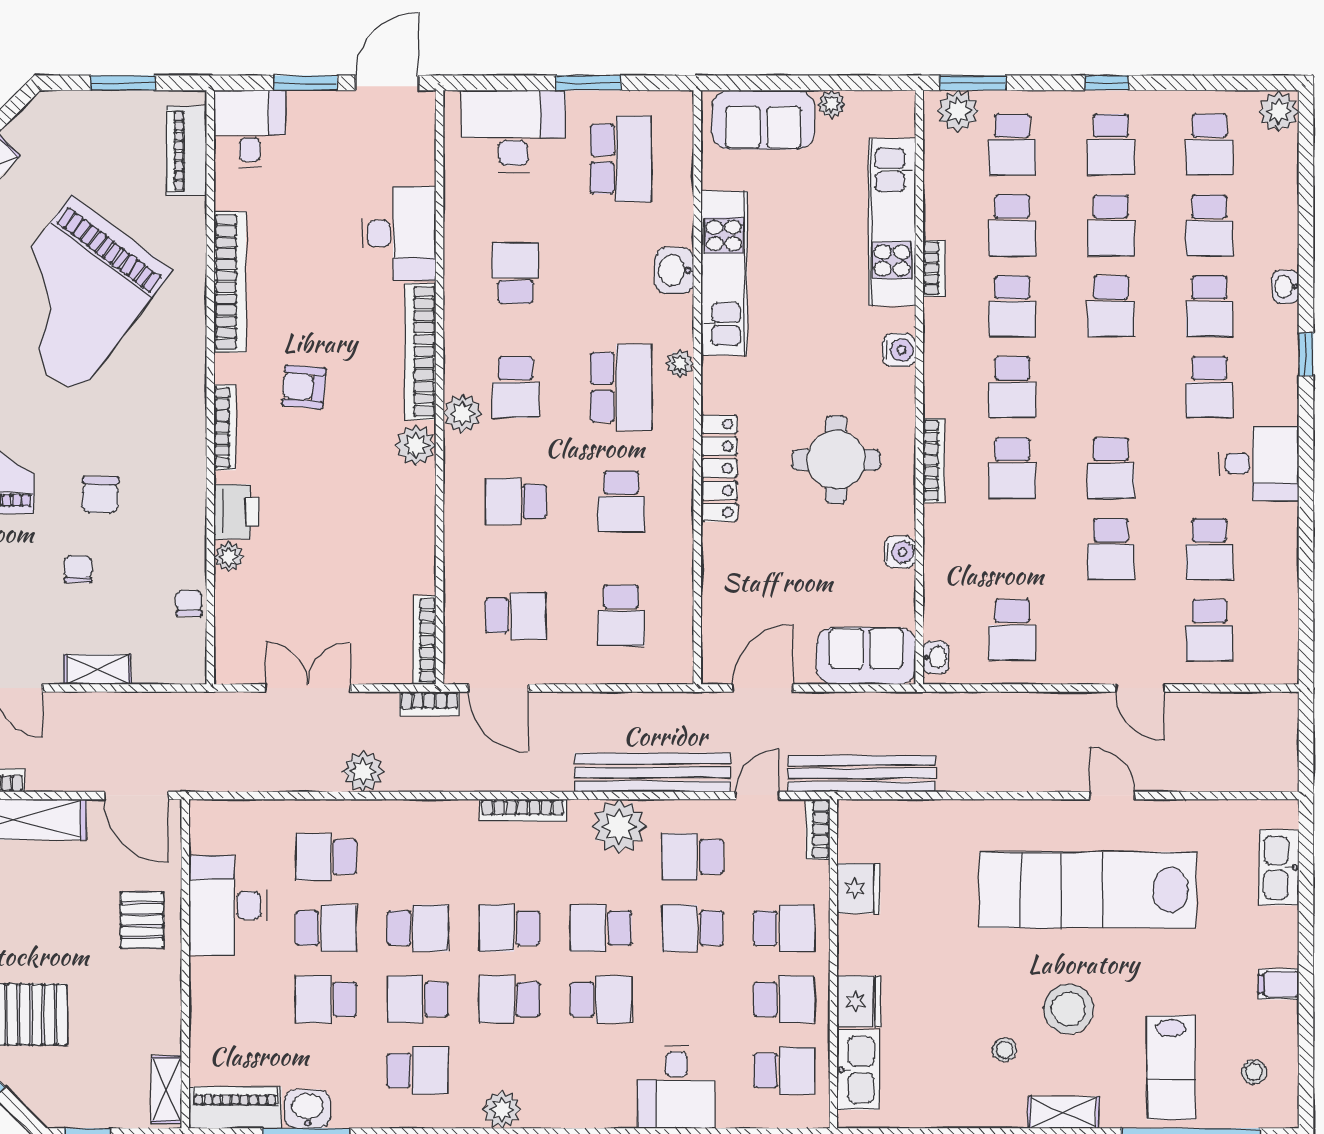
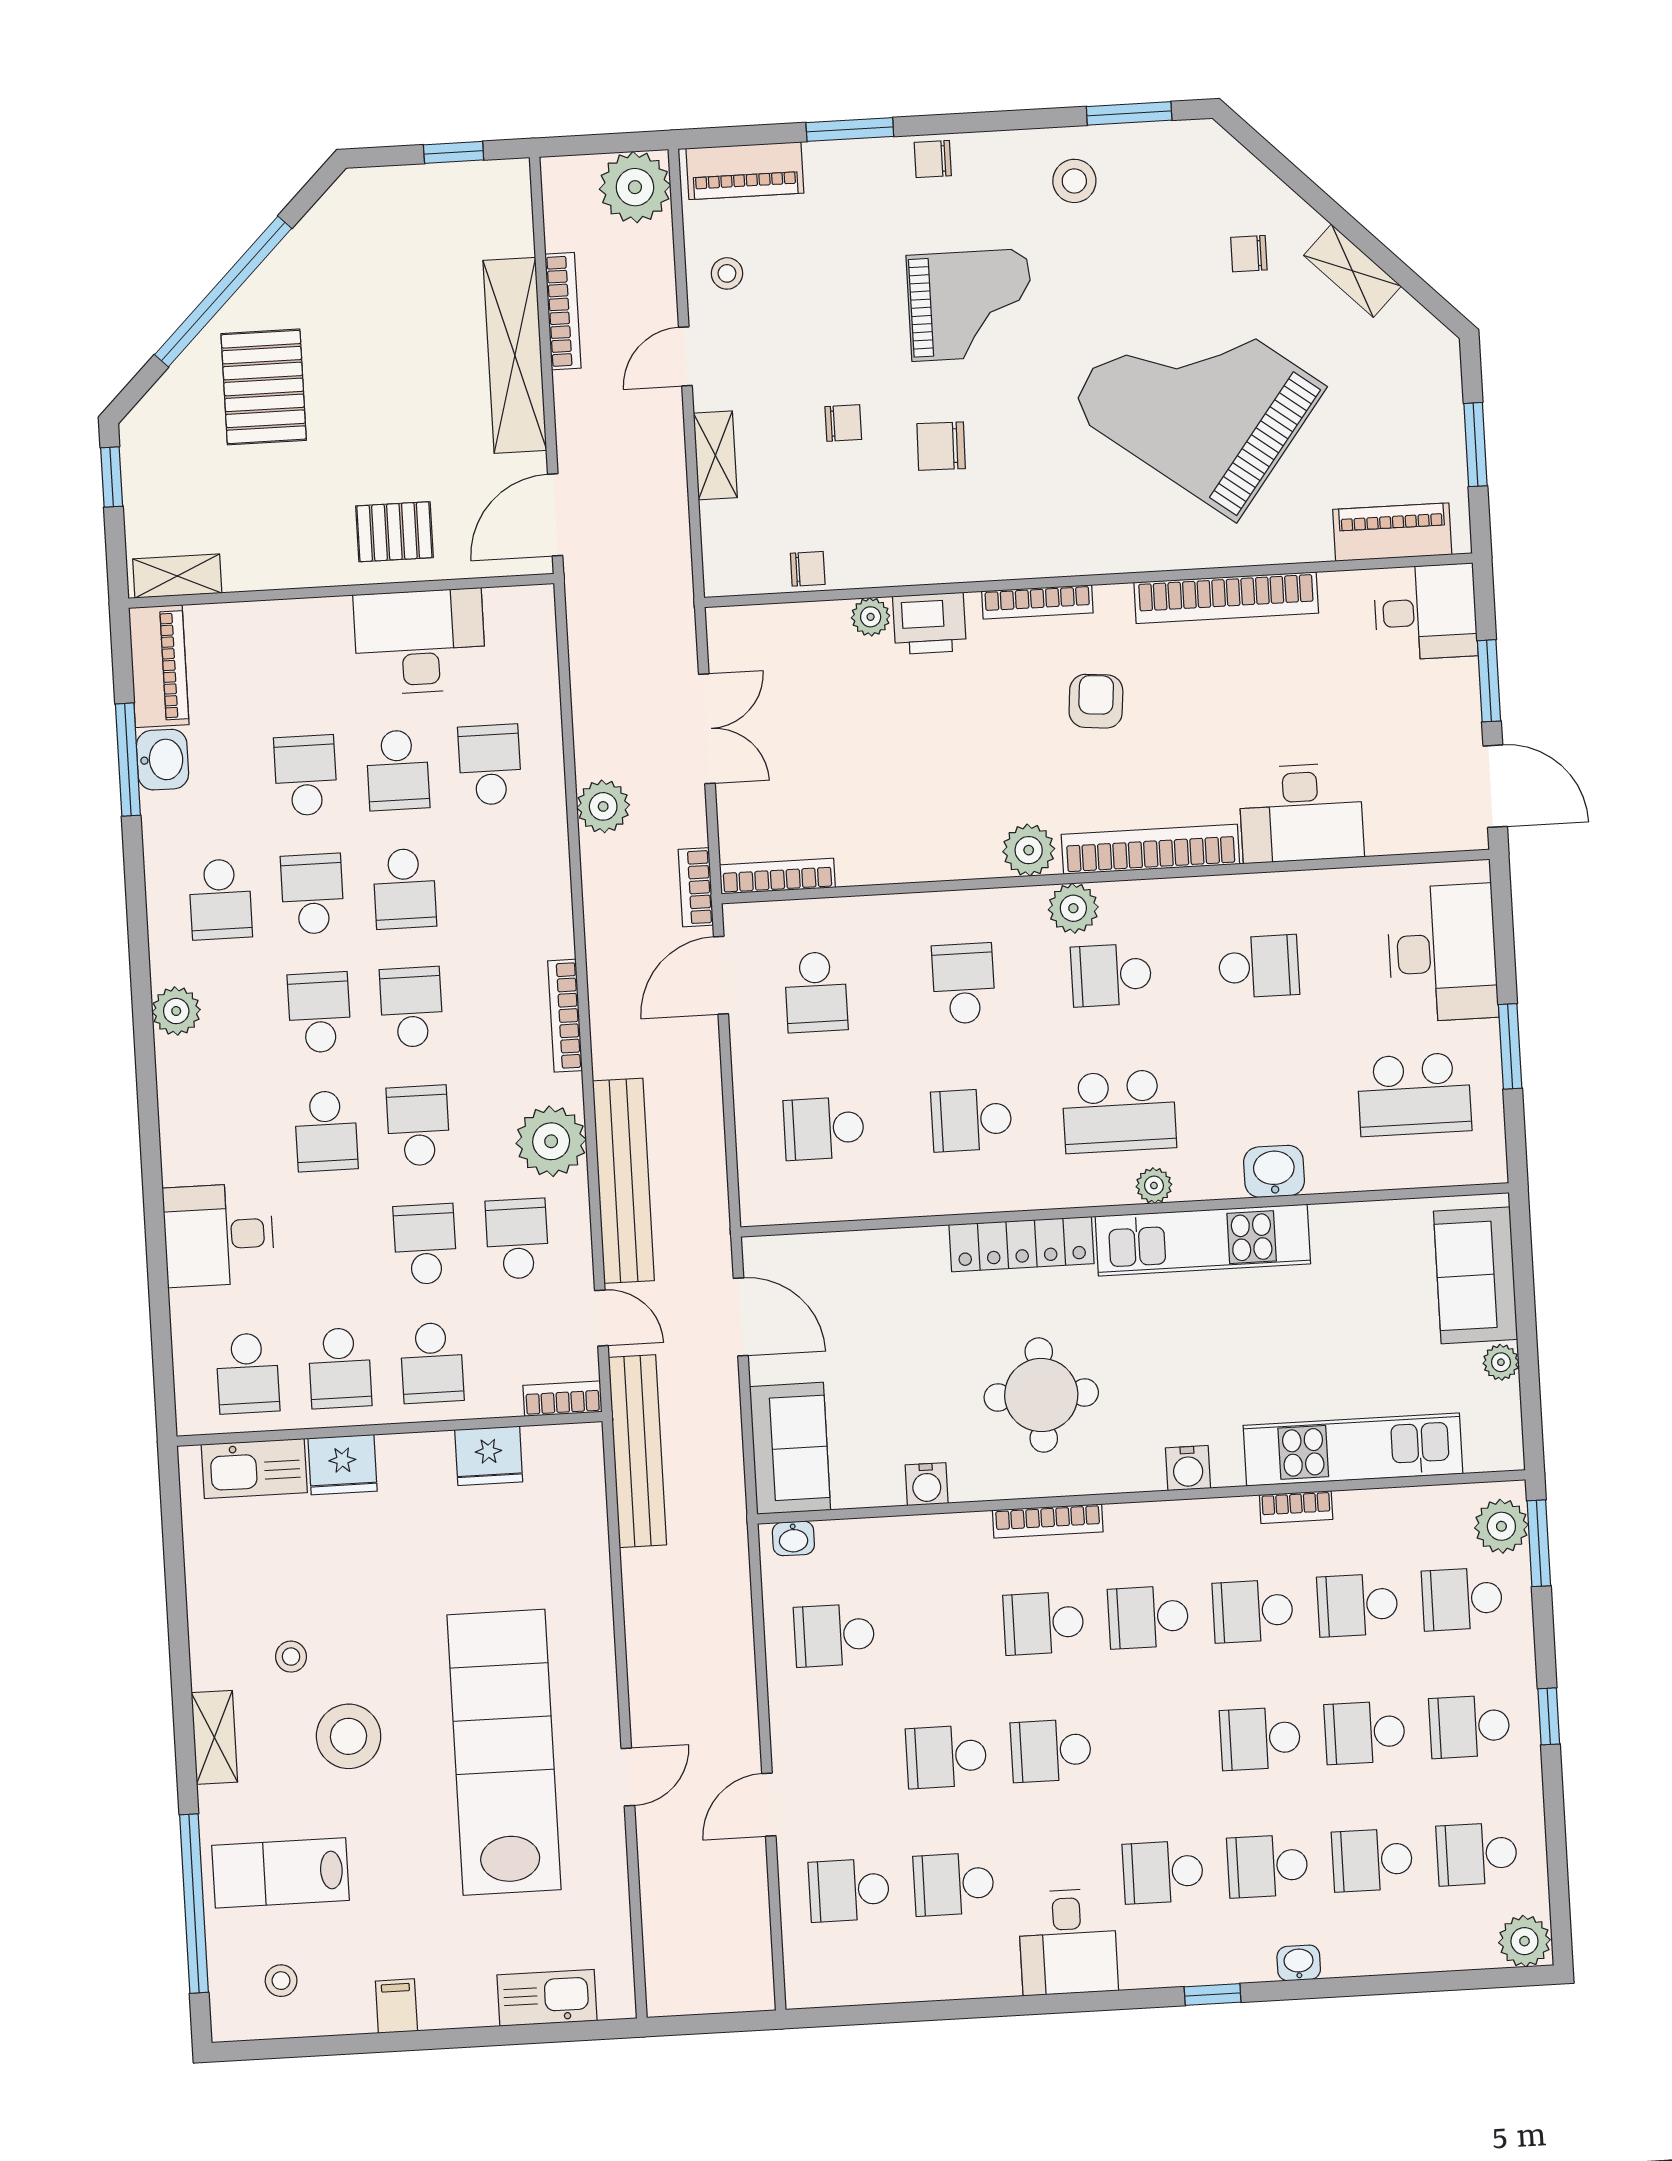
kitchen unit: (724, 273) -> (1203, 1240), moved

